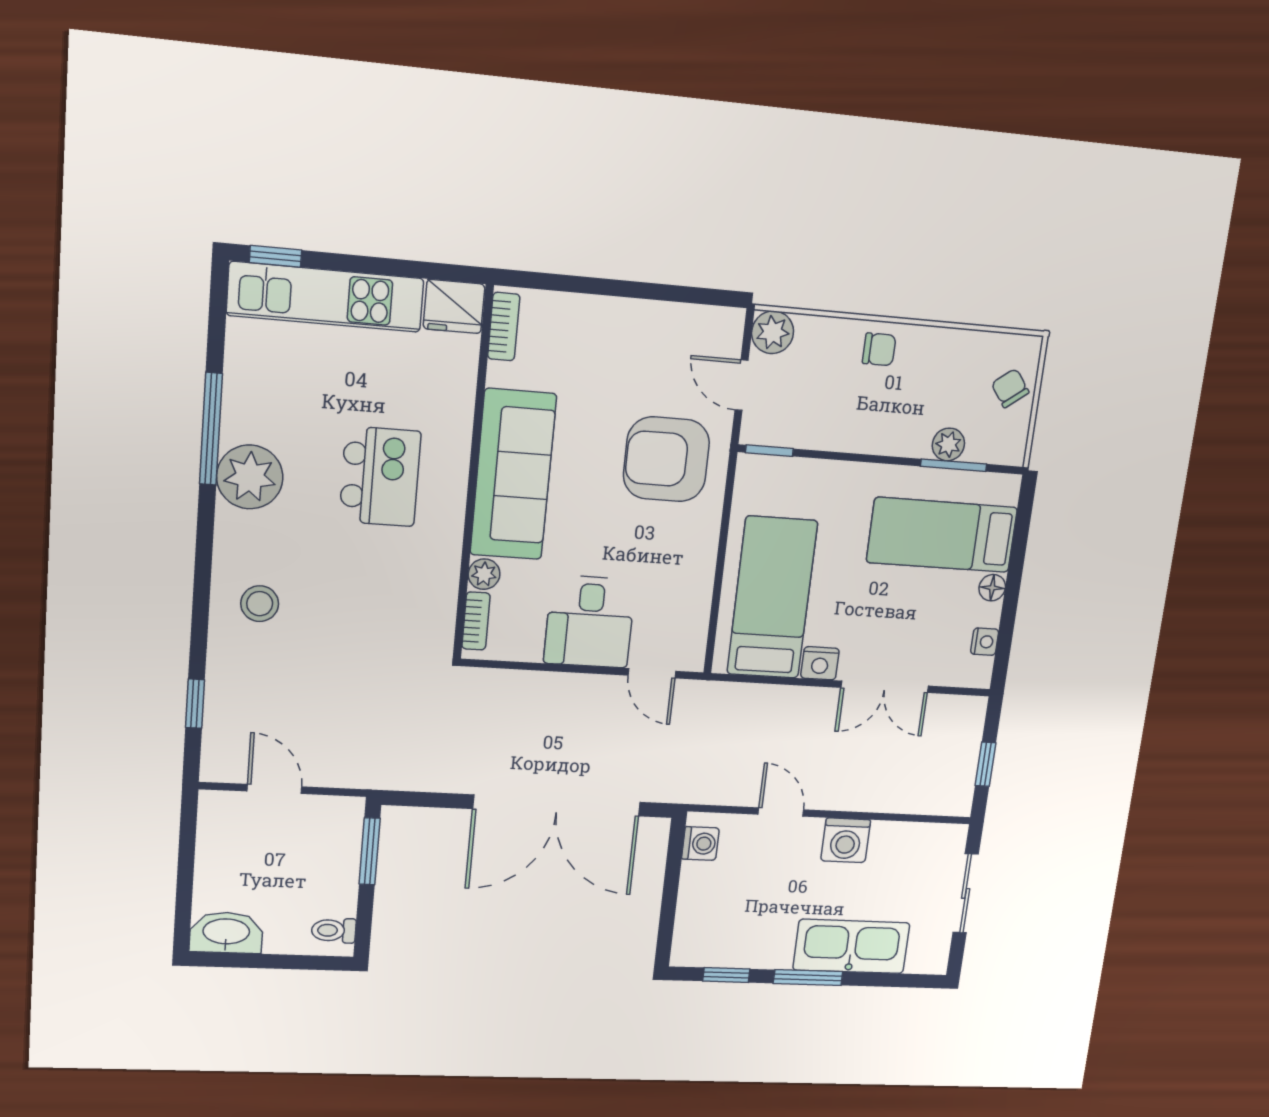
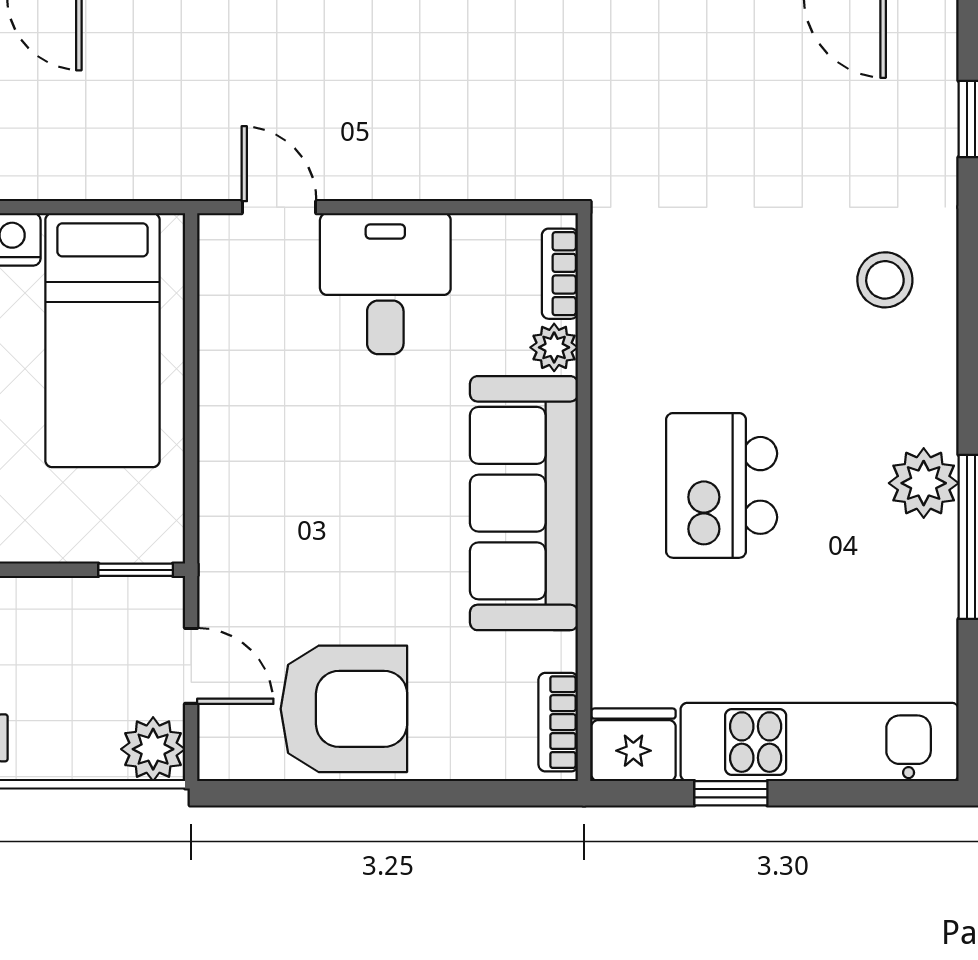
window: (276, 256) -> (731, 793), moved
armchair: (666, 459) -> (344, 709), moved
plant: (250, 477) -> (924, 483), width x0.73, depth x0.73

